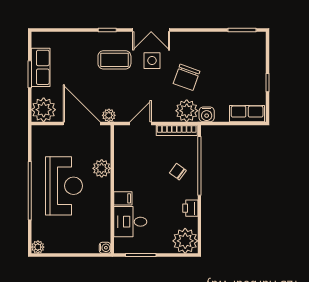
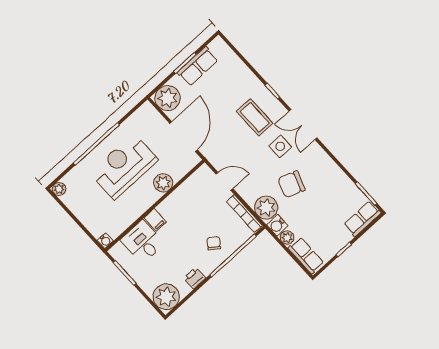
row of seats: (258, 49) -> (362, 219), added
plant: (109, 115) -> (287, 238), moved
reception desk: (64, 186) -> (124, 166), turned 180

